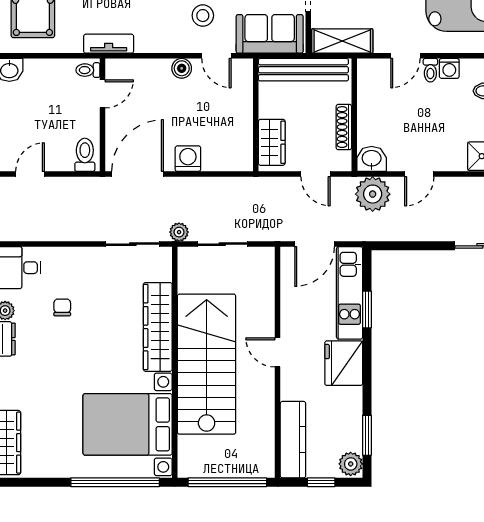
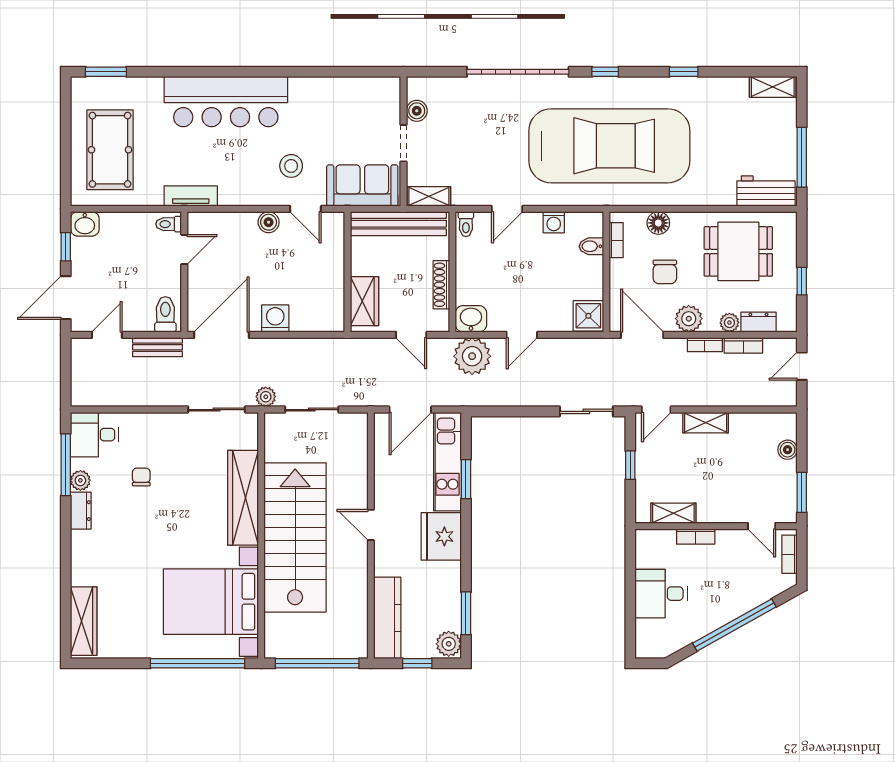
shelving: (342, 41) -> (429, 196), width x0.67, depth x0.75
toilet: (430, 70) -> (466, 224), moved
bench: (77, 186) -> (157, 347), added

